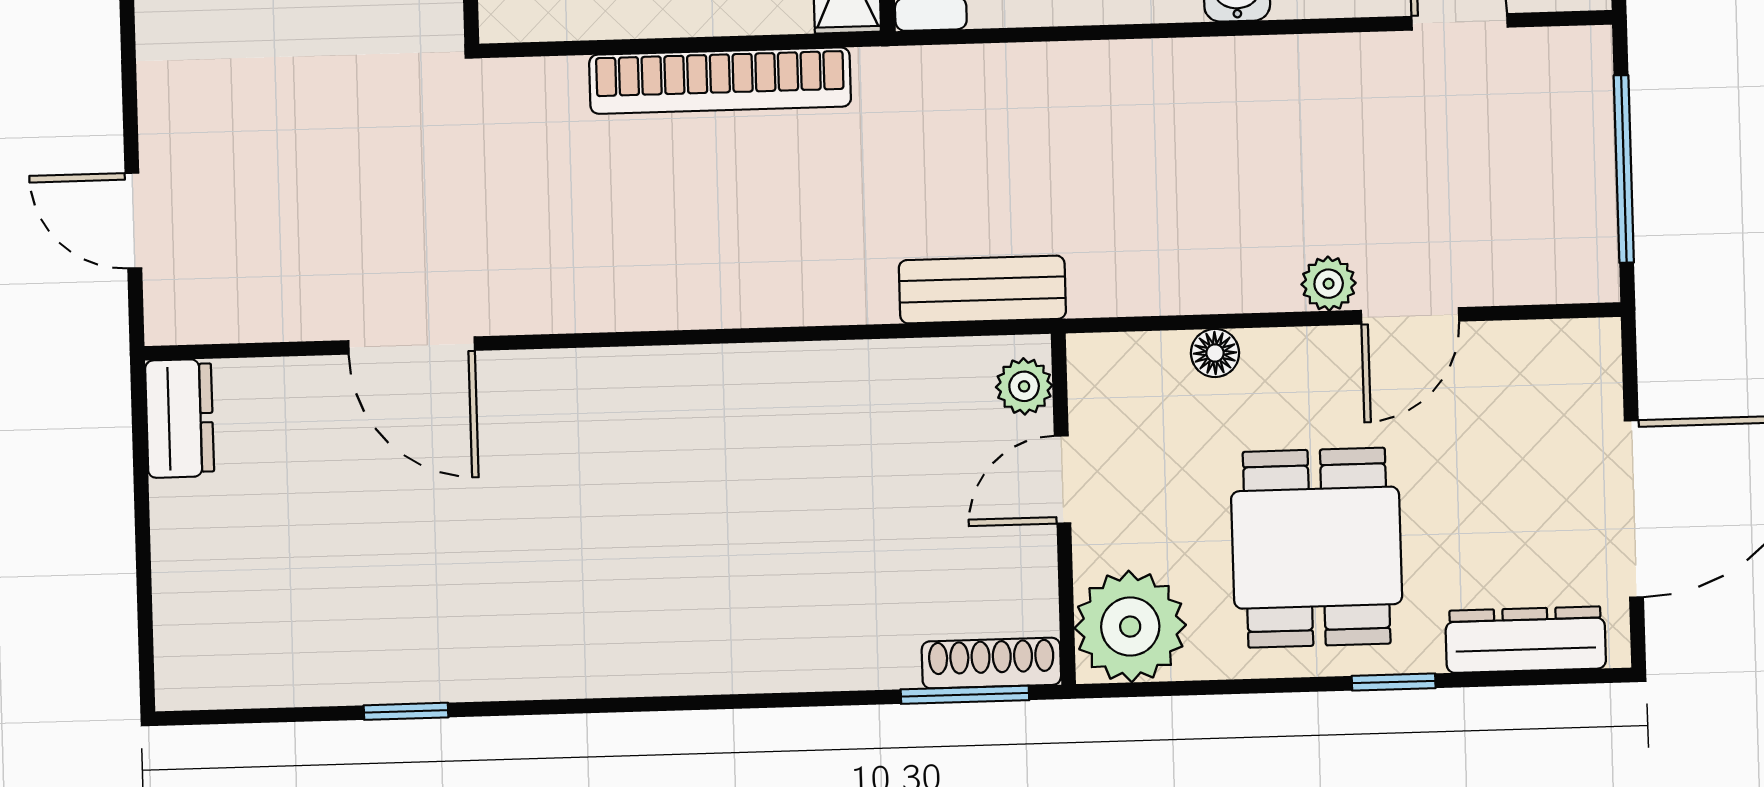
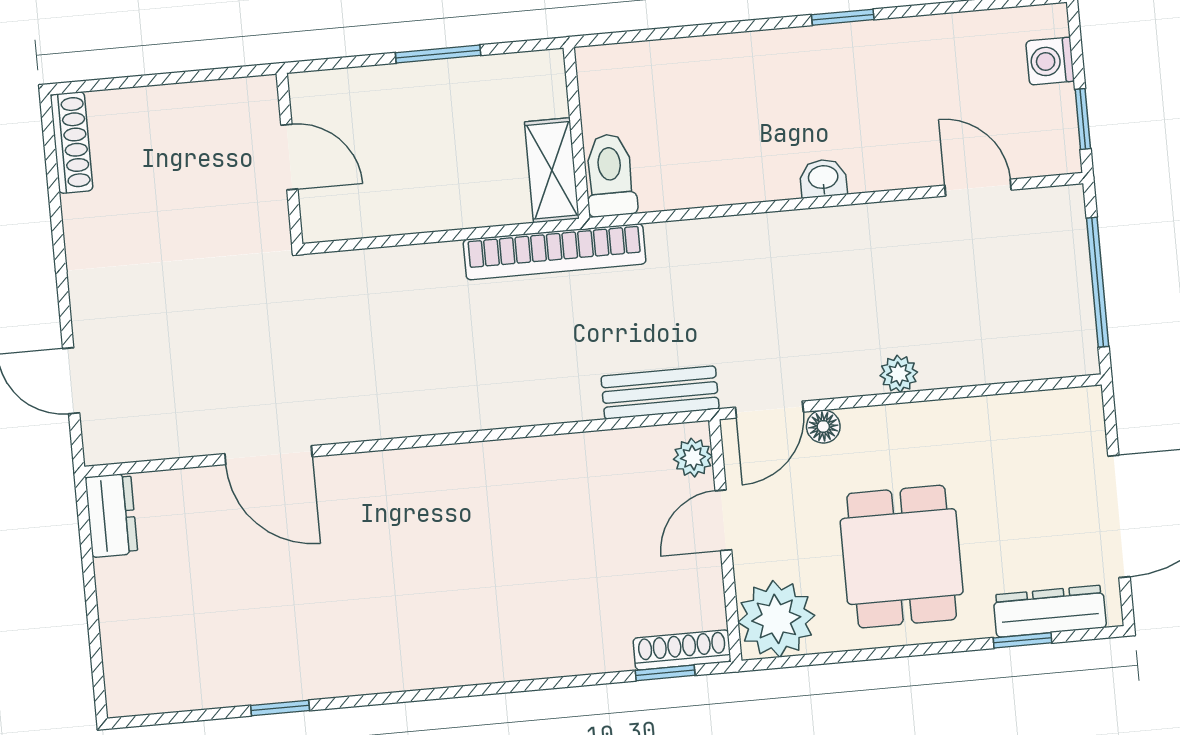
bookcase: (720, 81) -> (555, 252), moved
door: (1410, 316) -> (769, 410), moved
window: (1394, 682) -> (1022, 640), moved
window: (965, 695) -> (665, 673), width x0.67

